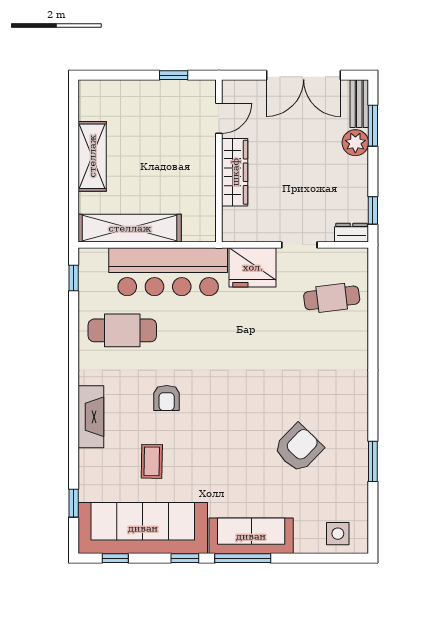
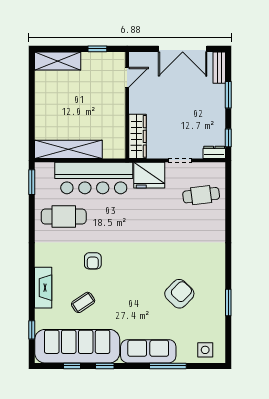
window: (373, 126) -> (228, 95), moved
plant: (355, 143) -> (217, 93), removed
shelving: (92, 156) -> (58, 61), moved, turned 90
wardrobe: (235, 172) -> (137, 136), moved
window: (74, 278) -> (32, 182), width x1.50
fireplace: (91, 417) -> (43, 288), moved
coffee table: (152, 461) -> (83, 302), turned 55
window: (115, 558) -> (72, 366), moved
window: (243, 558) -> (168, 366), moved

